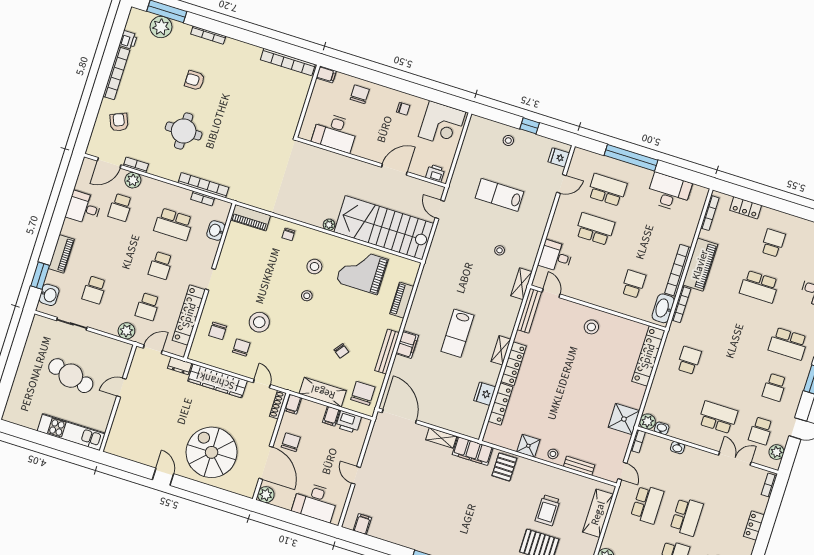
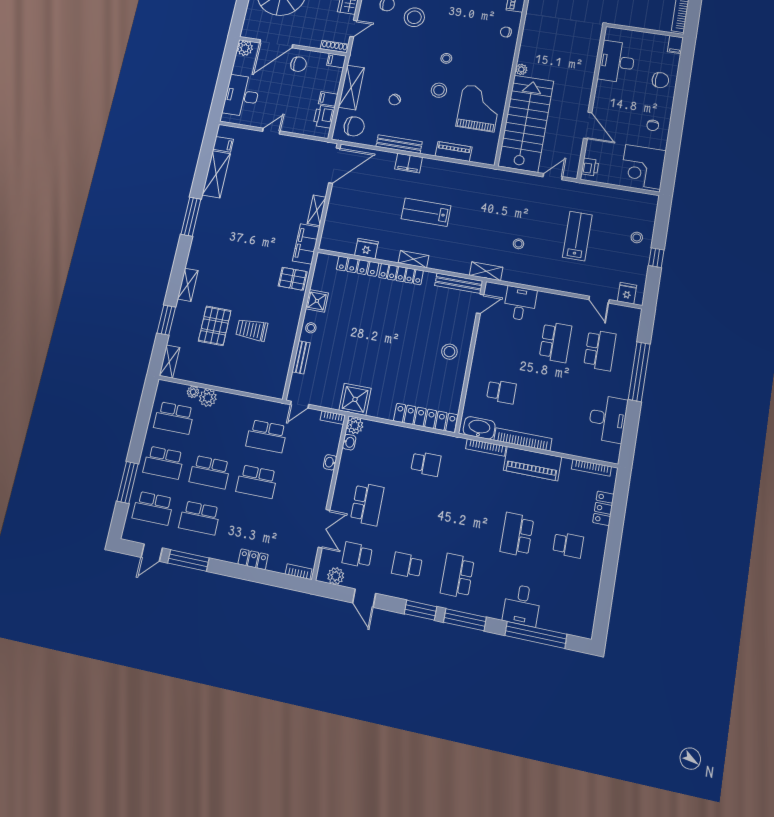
stool: (314, 267) -> (439, 90), moved
shelving: (598, 513) -> (216, 174), moved, turned 90

